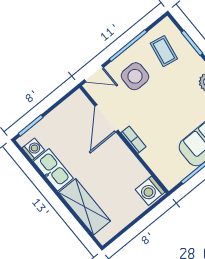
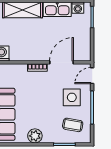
door: (107, 118) -> (61, 62), hinge flipped

